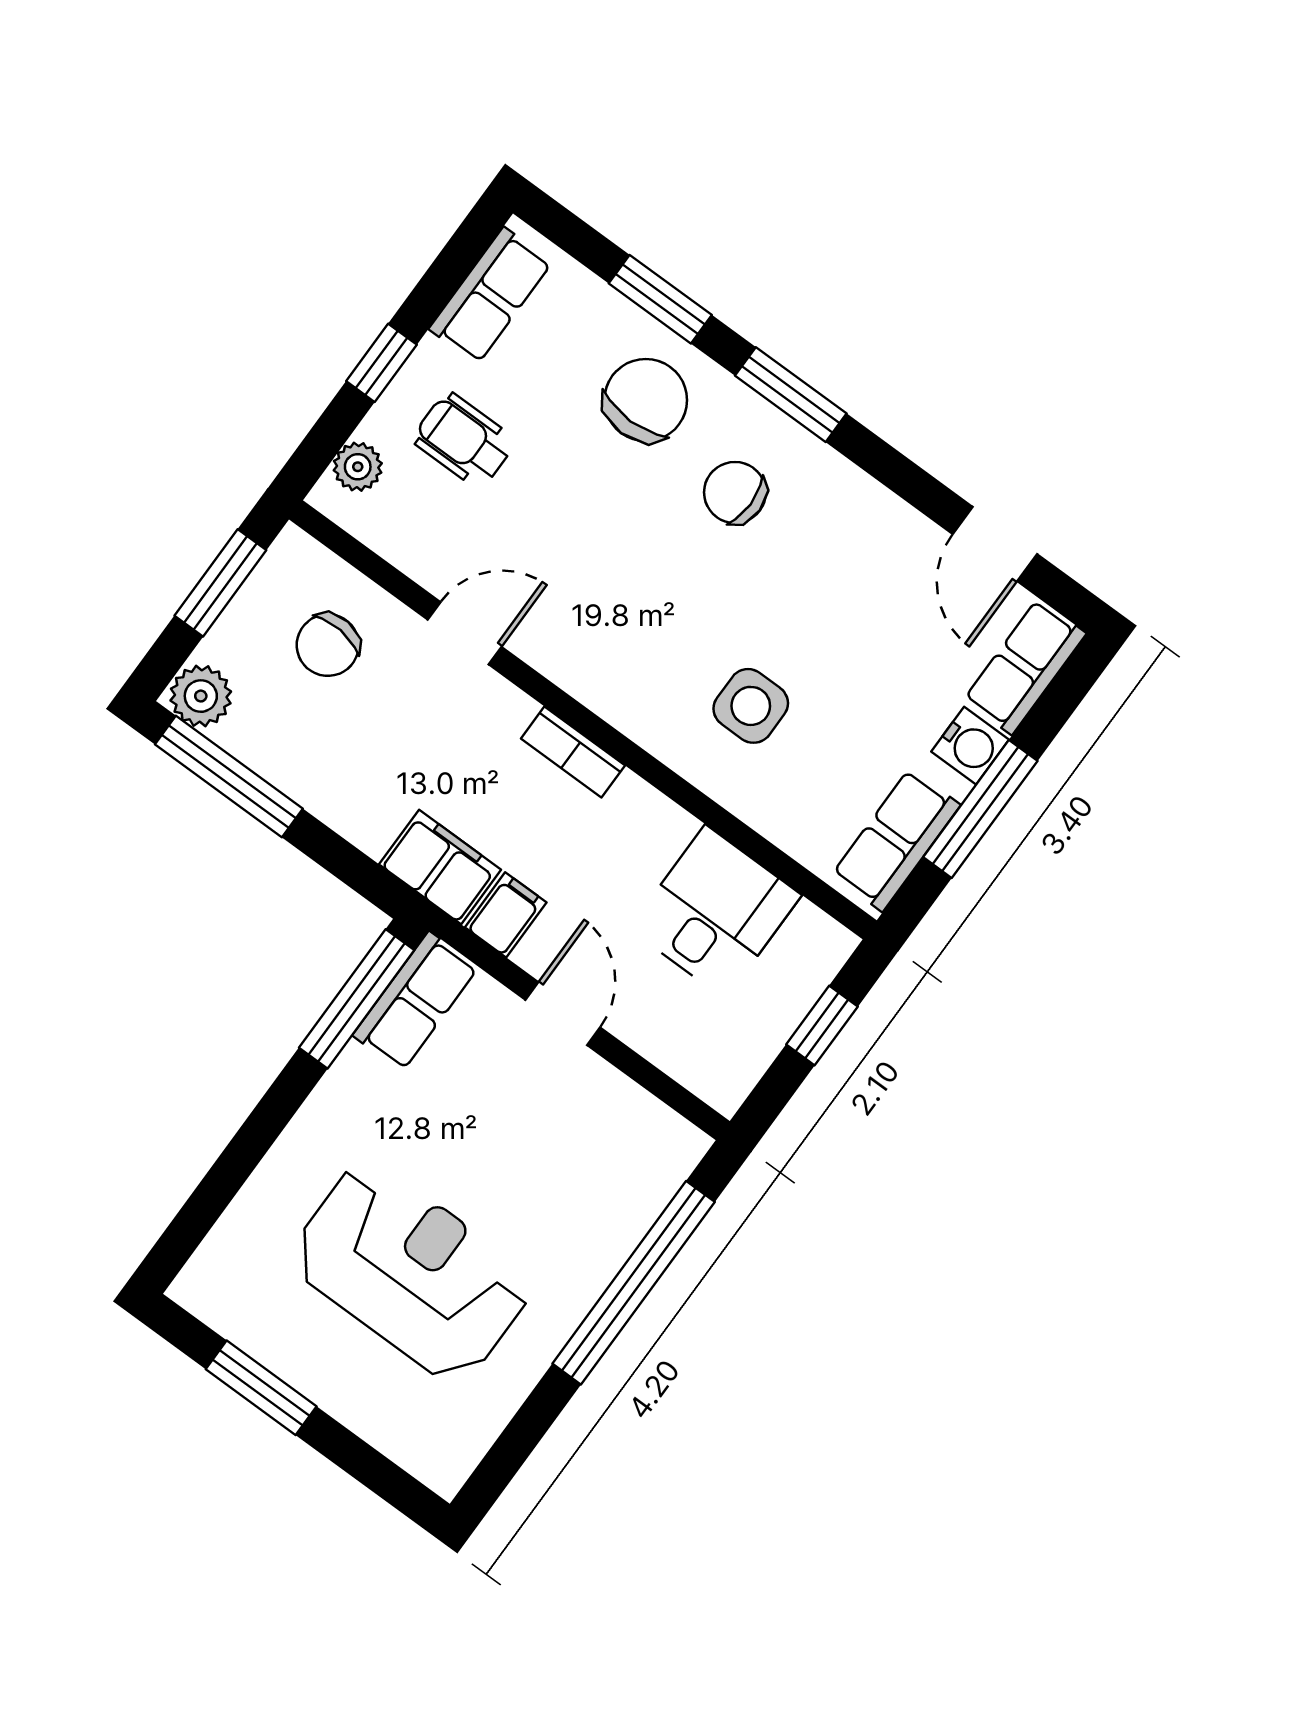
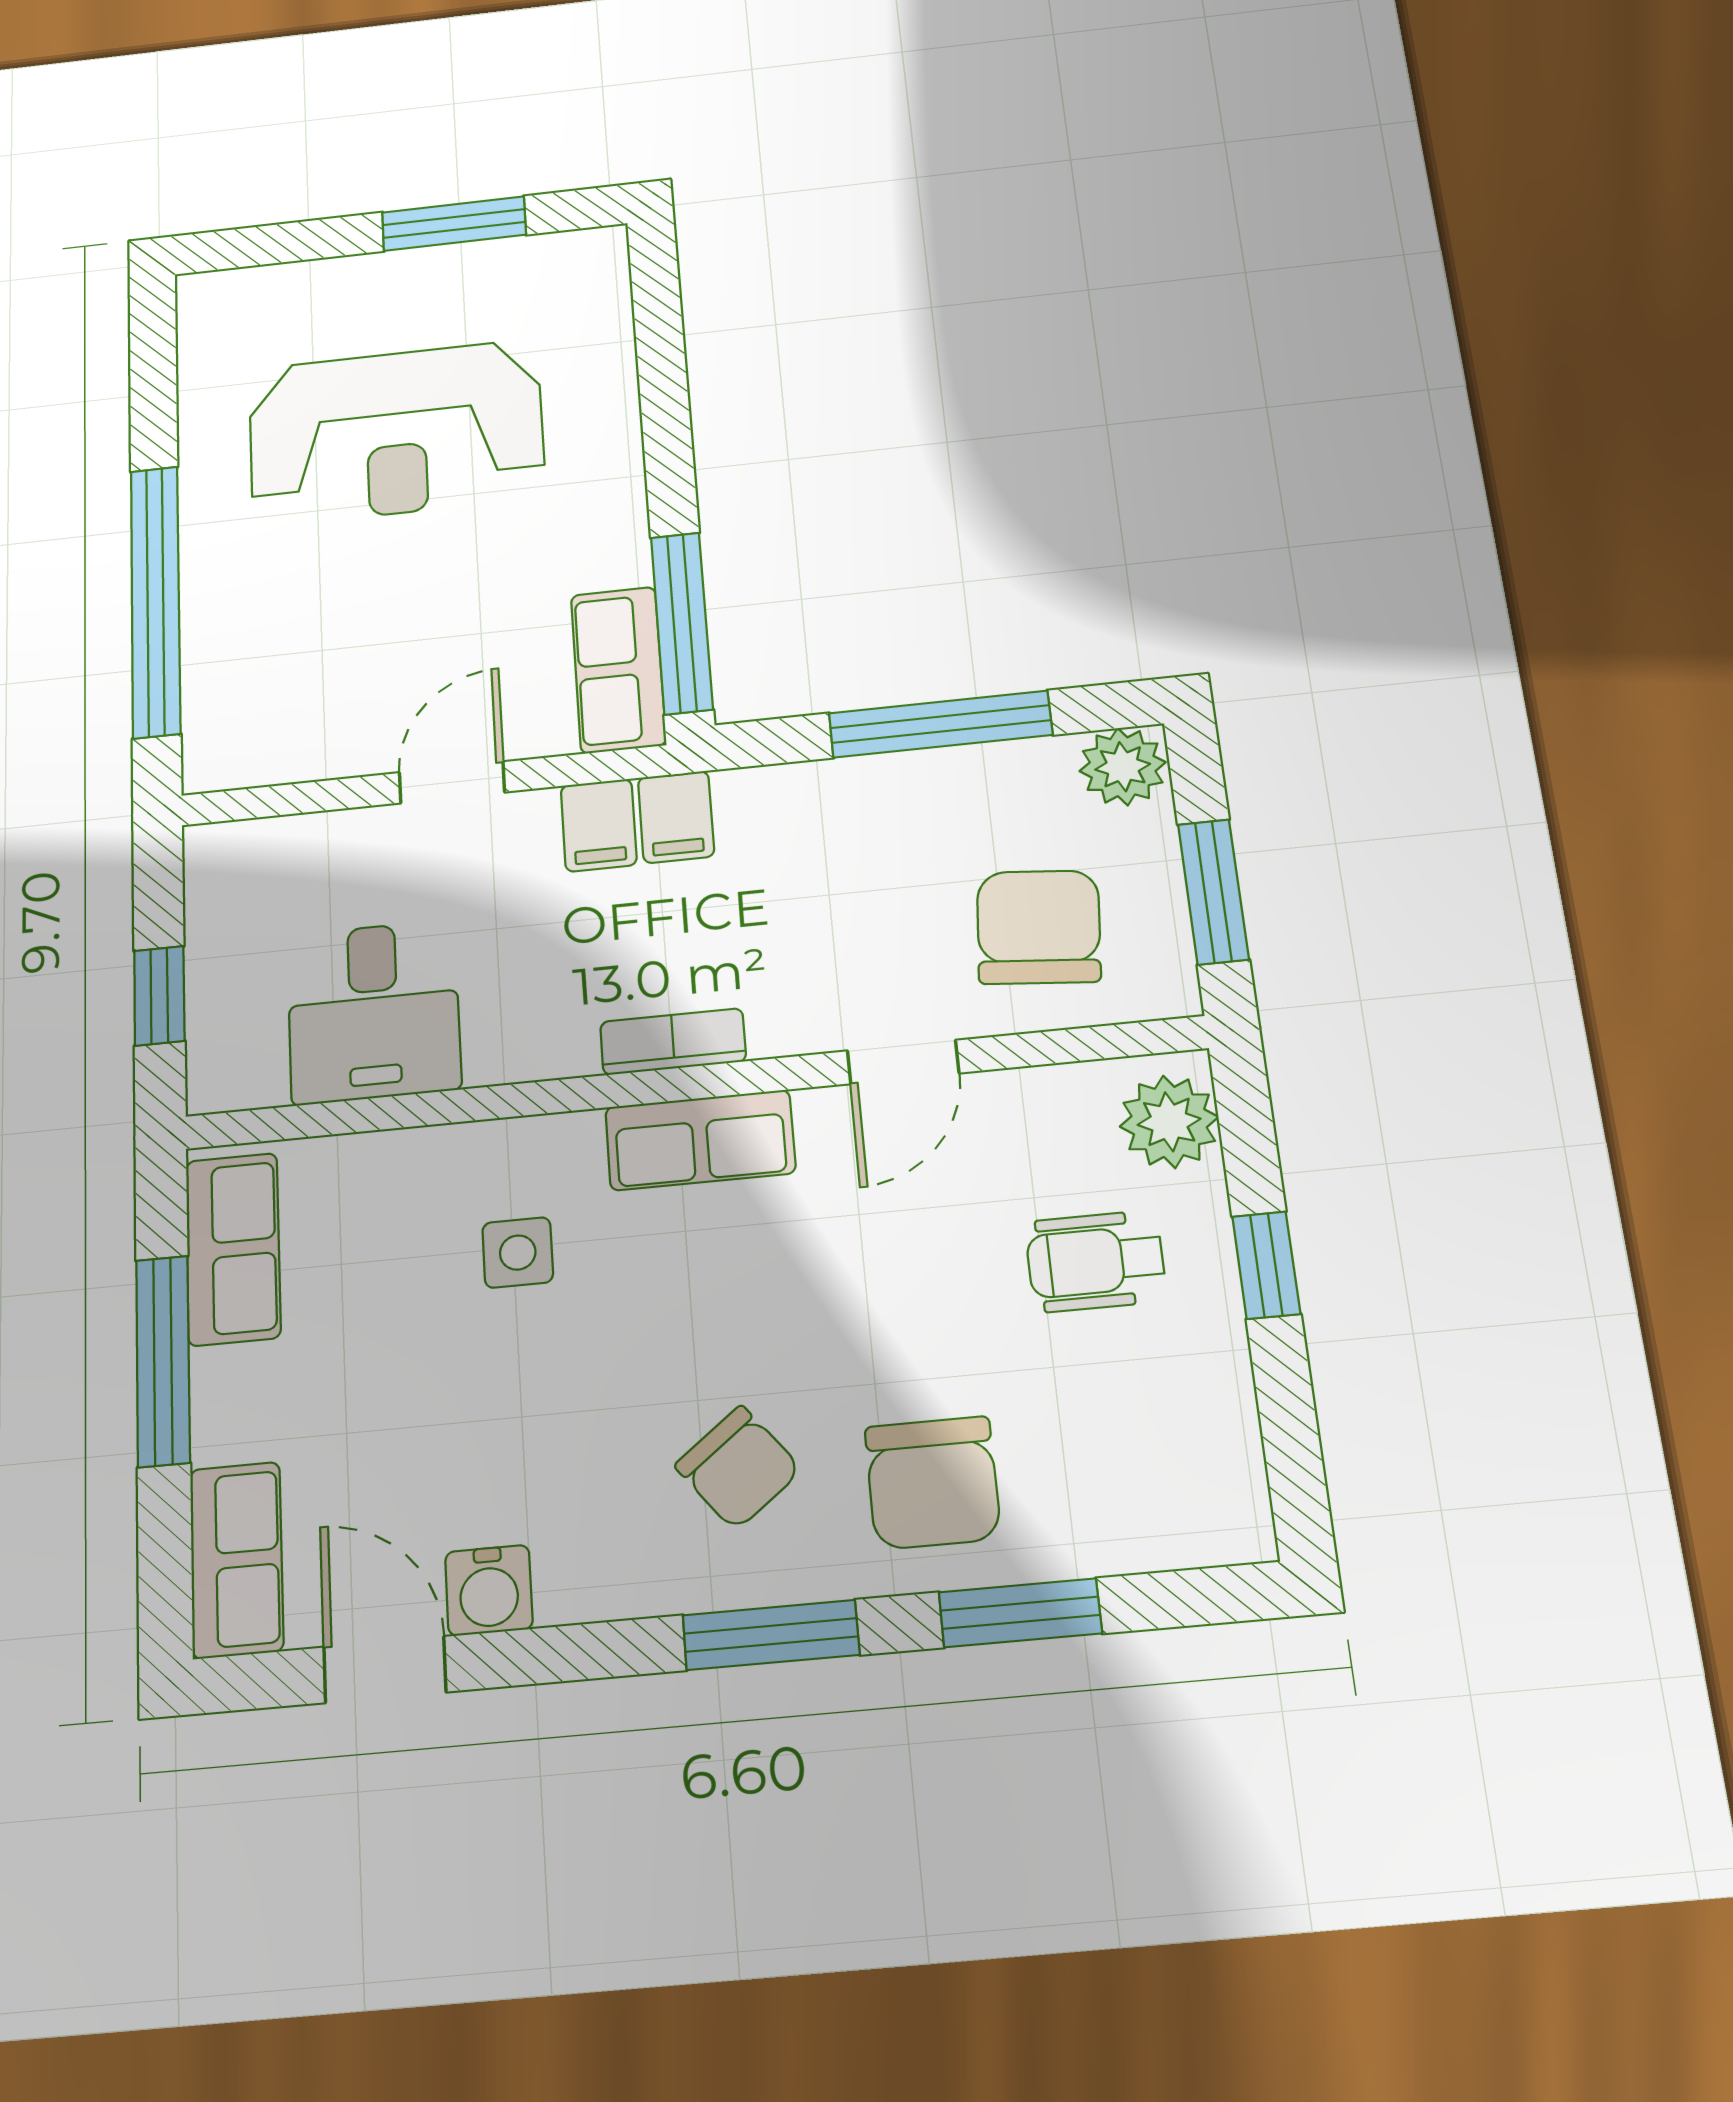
row of seats: (491, 296) -> (700, 1140), moved, turned -90
wheelchair: (464, 440) -> (1095, 1261), turned 180
plant: (358, 467) -> (1169, 1122), width x1.38, depth x1.38
chair: (735, 493) -> (738, 1468), turned 52
chair: (328, 645) -> (1039, 927), width x1.37, depth x1.37
side table: (751, 706) -> (518, 1253), width x0.73, depth x0.73
water cooler: (970, 746) -> (489, 1590), moved, turned -90
window: (229, 777) -> (941, 724), moved
filing cabinet: (440, 867) -> (676, 817), width x0.50
door: (563, 1014) -> (452, 782), swing flipped

